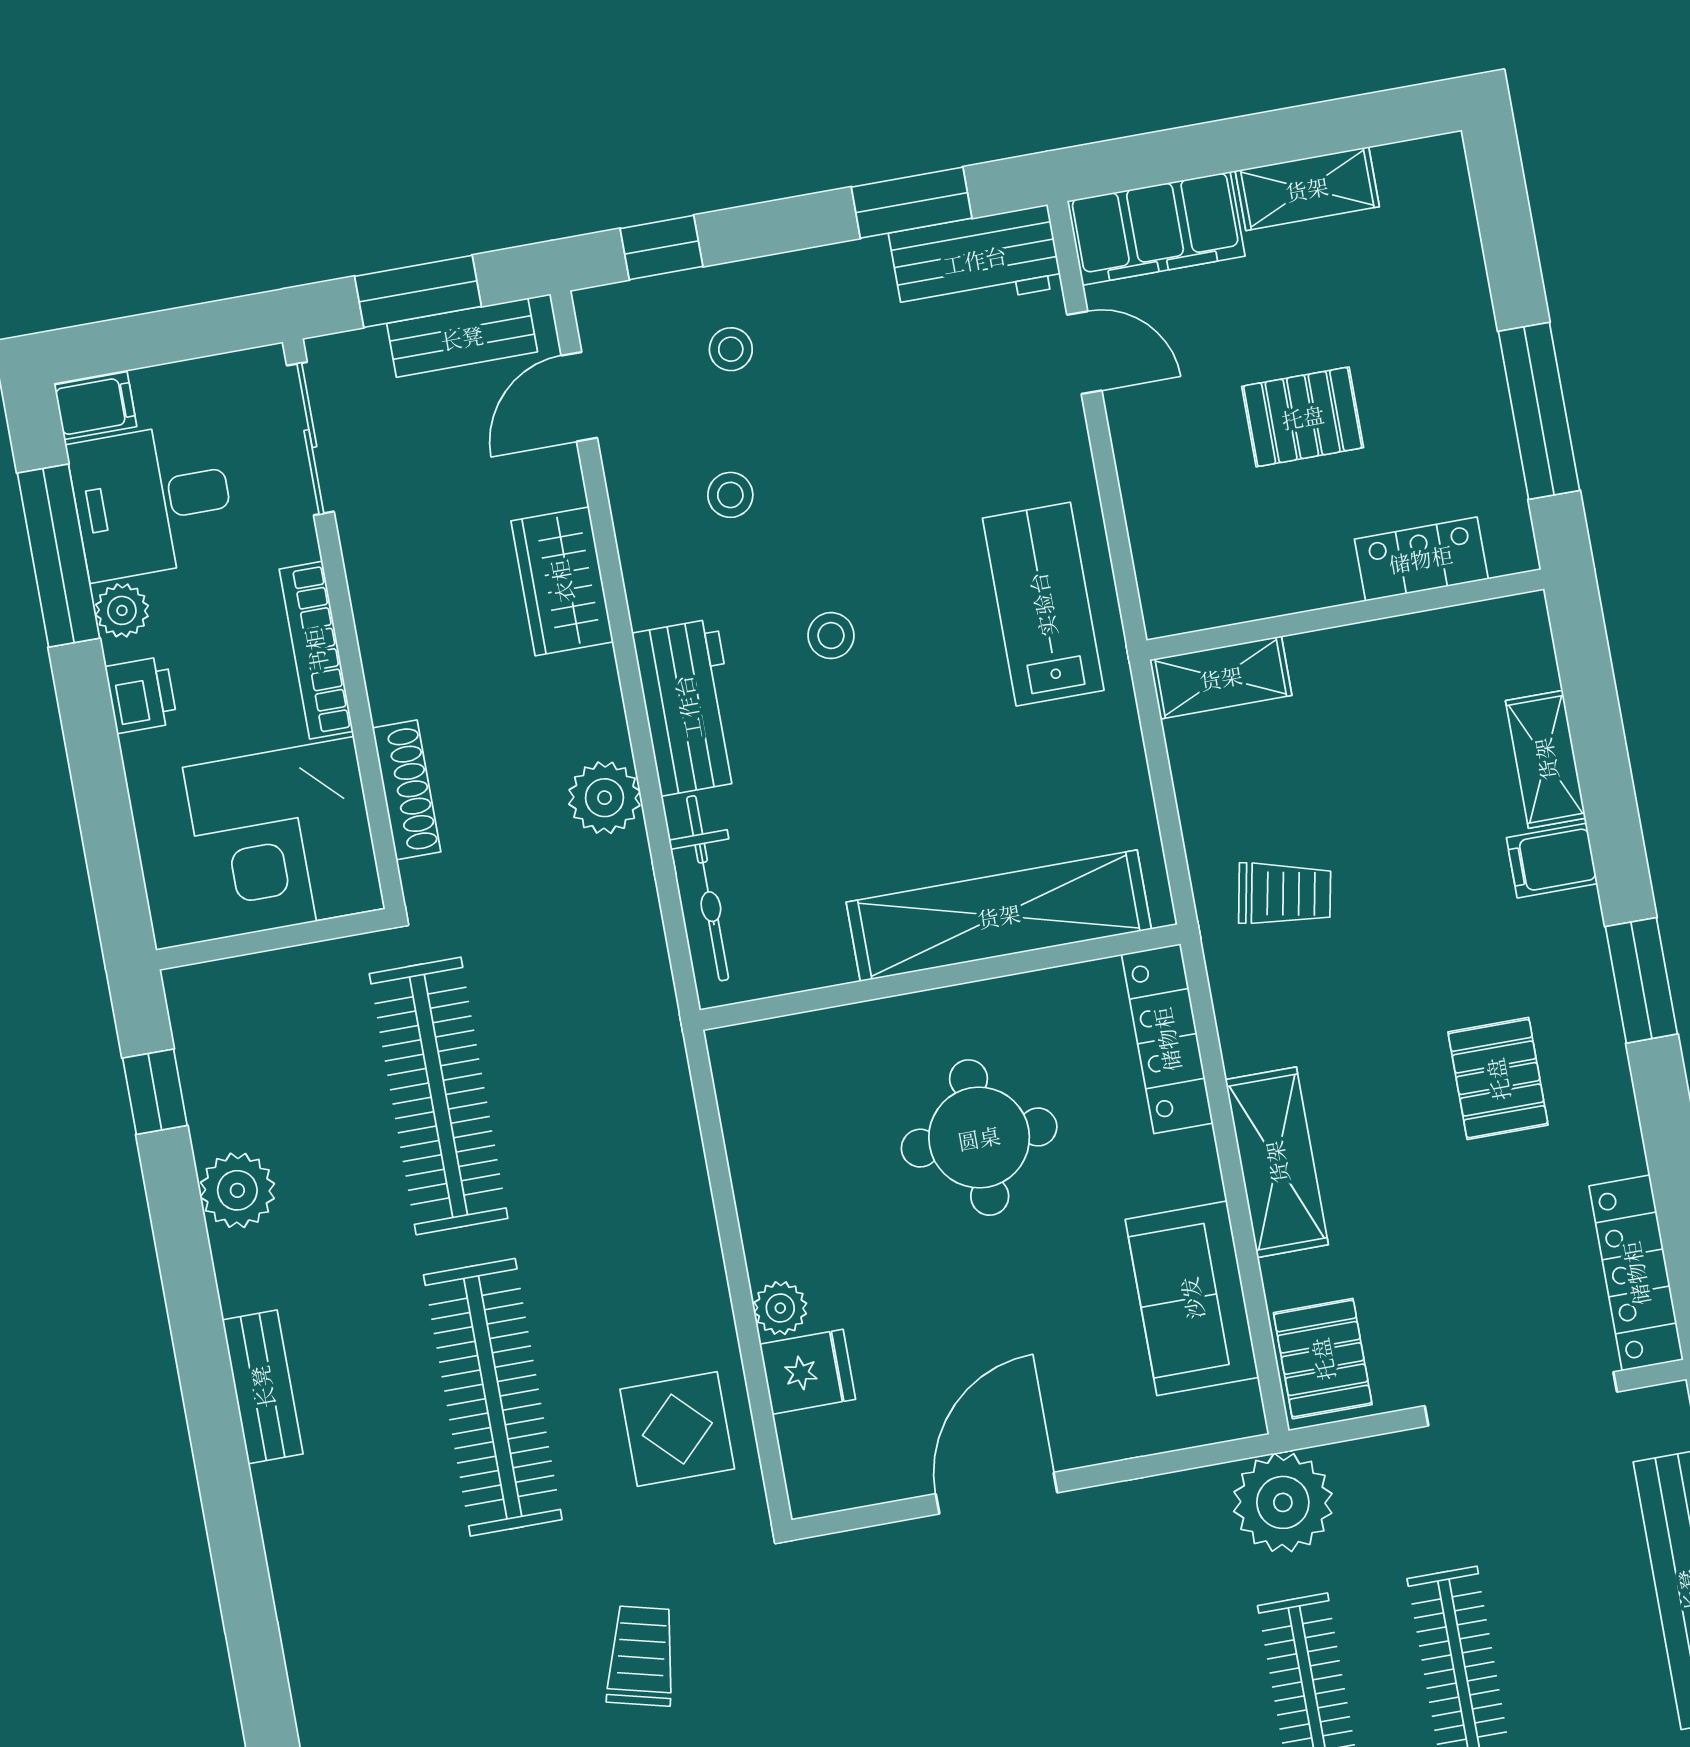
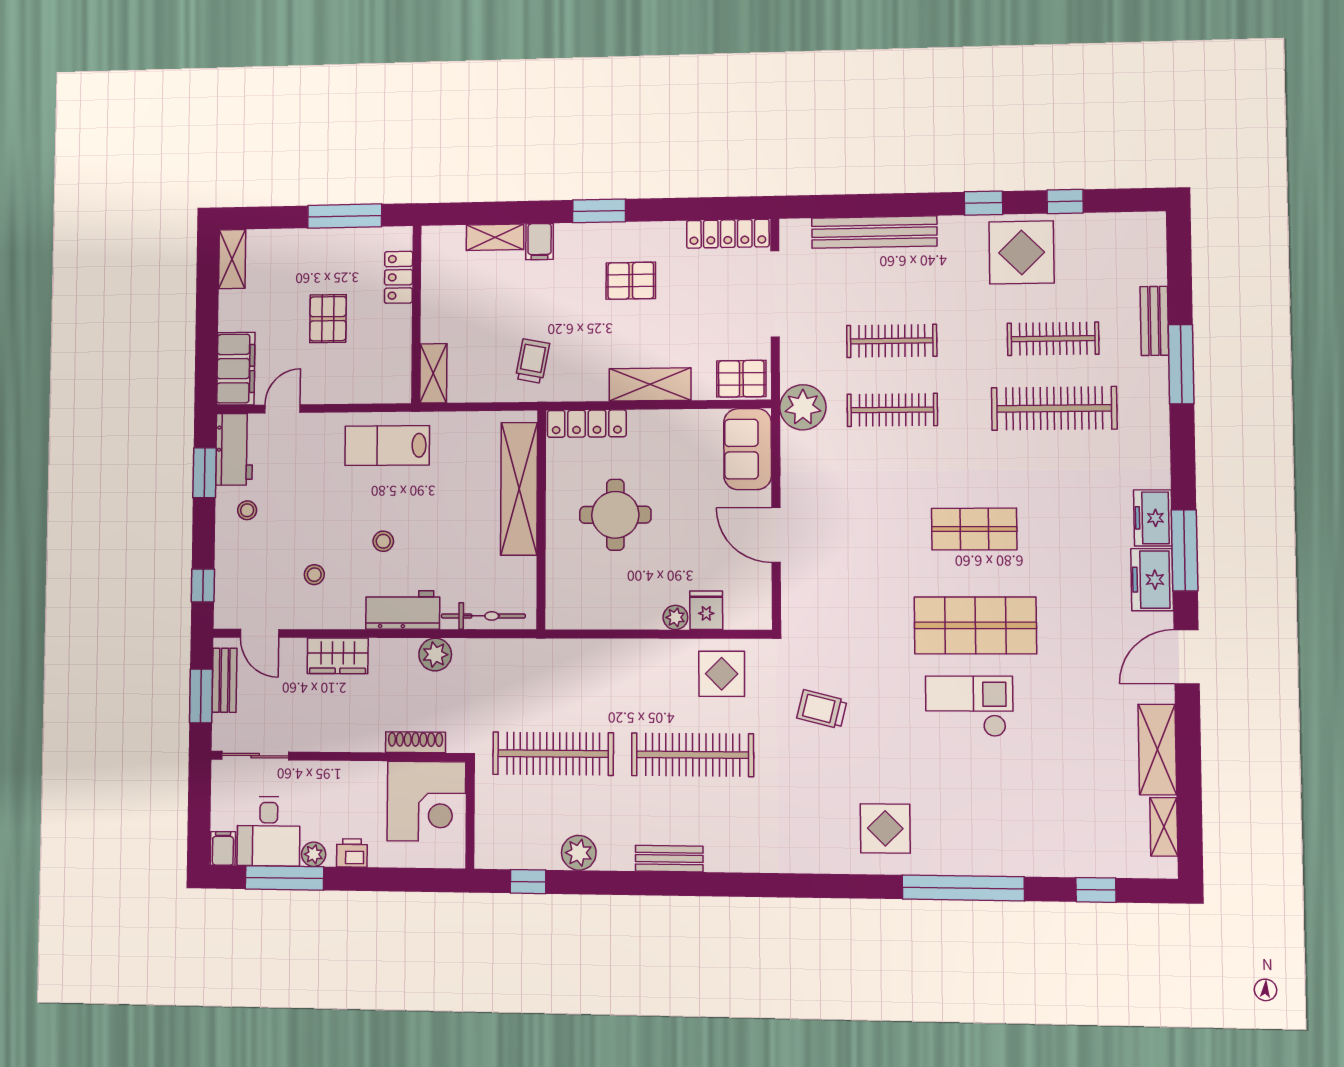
shelving: (1307, 189) -> (232, 259), moved
stool: (731, 349) -> (247, 510), moved
bookcase: (316, 650) -> (347, 771), removed
sofa: (1192, 1298) -> (748, 449), moved, turned 90

